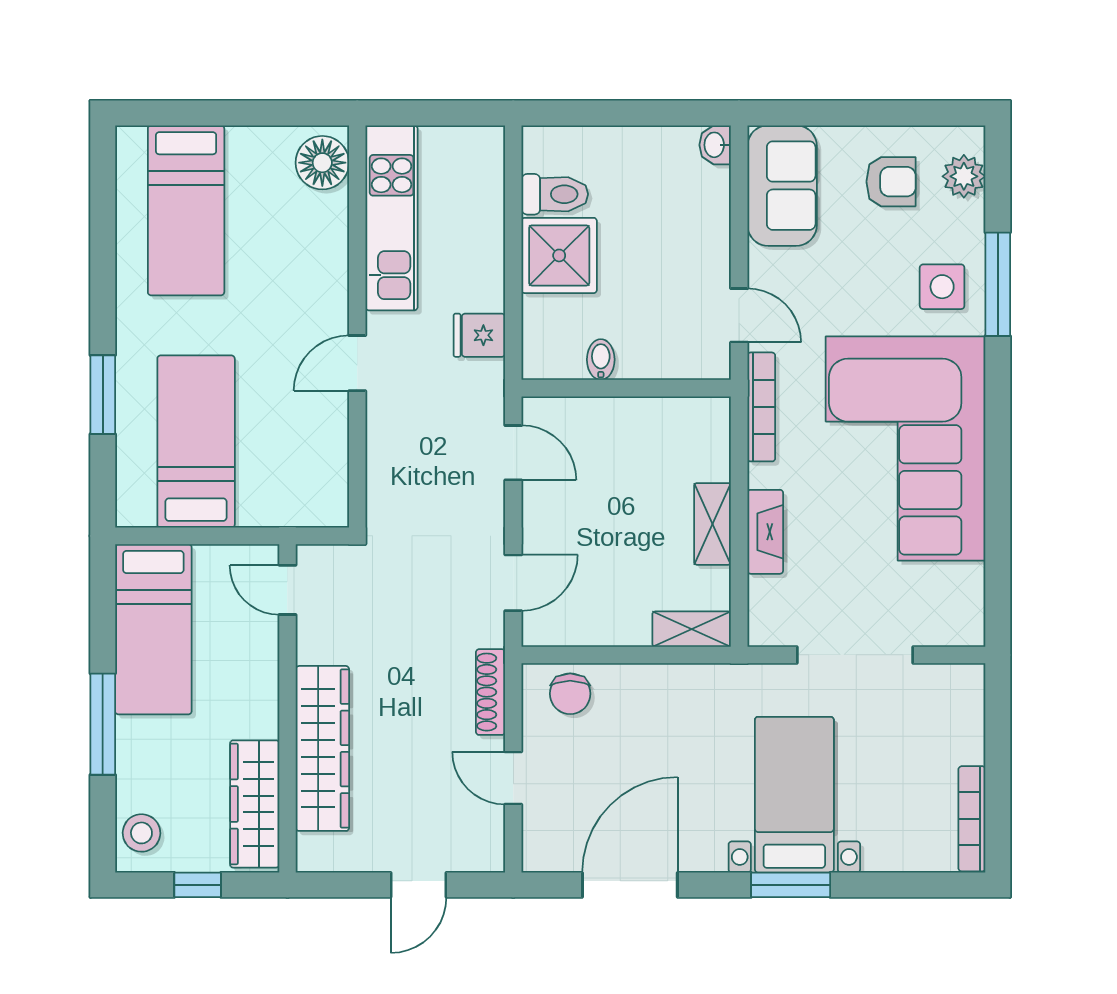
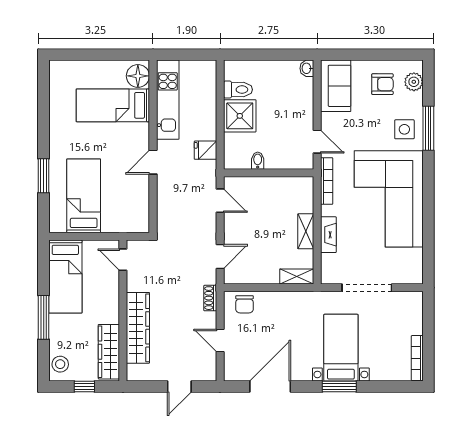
bed: (186, 210) -> (113, 105), moved, turned 90
shoe rack: (490, 692) -> (210, 298), width x0.70

